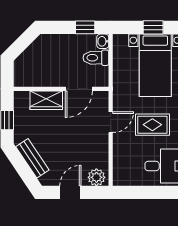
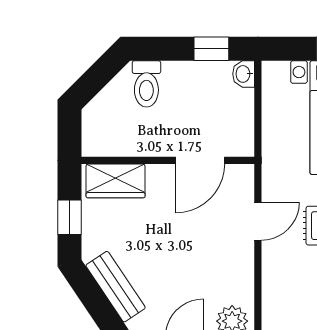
toilet: (96, 58) -> (146, 84), moved, turned -90
wardrobe: (46, 100) -> (116, 181), moved

